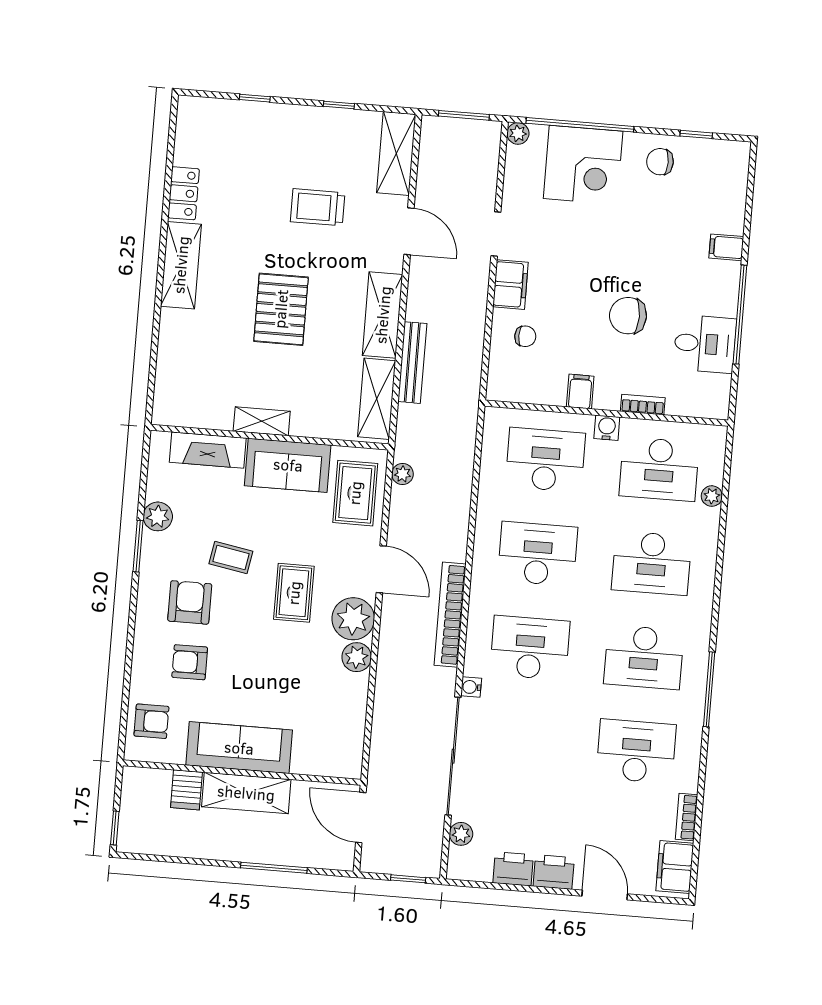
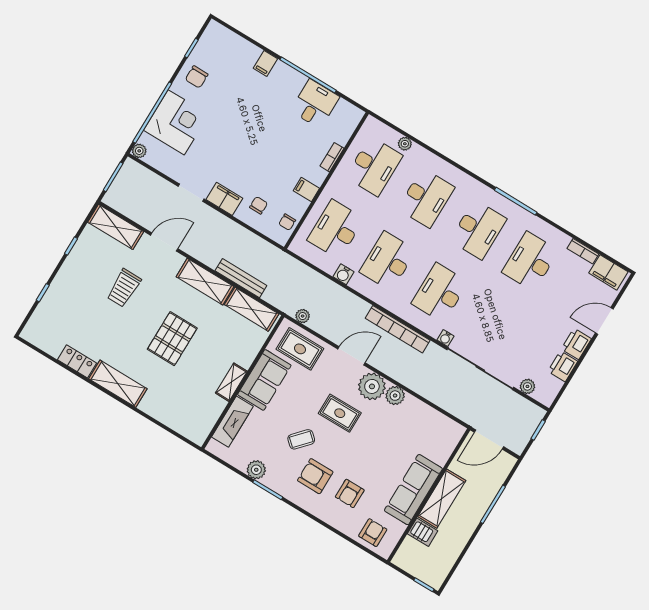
pallet: (281, 309) -> (172, 339), turned 90
chair: (628, 316) -> (287, 222), moved, width x0.54, depth x0.54
water cooler: (607, 428) -> (343, 274), moved, turned -90
coffee table: (231, 558) -> (301, 439), turned 32

